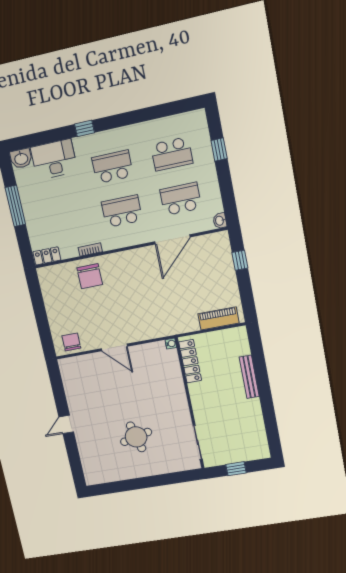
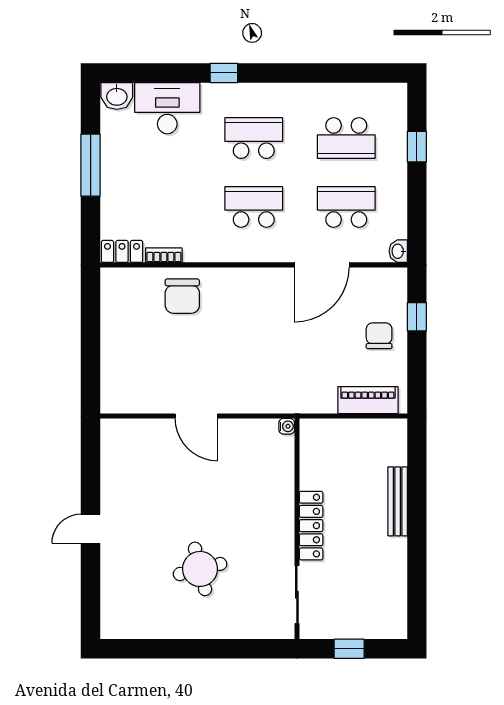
bookcase: (90, 250) -> (164, 255), moved
chair: (71, 342) -> (379, 336), moved
locker: (190, 361) -> (311, 526), moved

